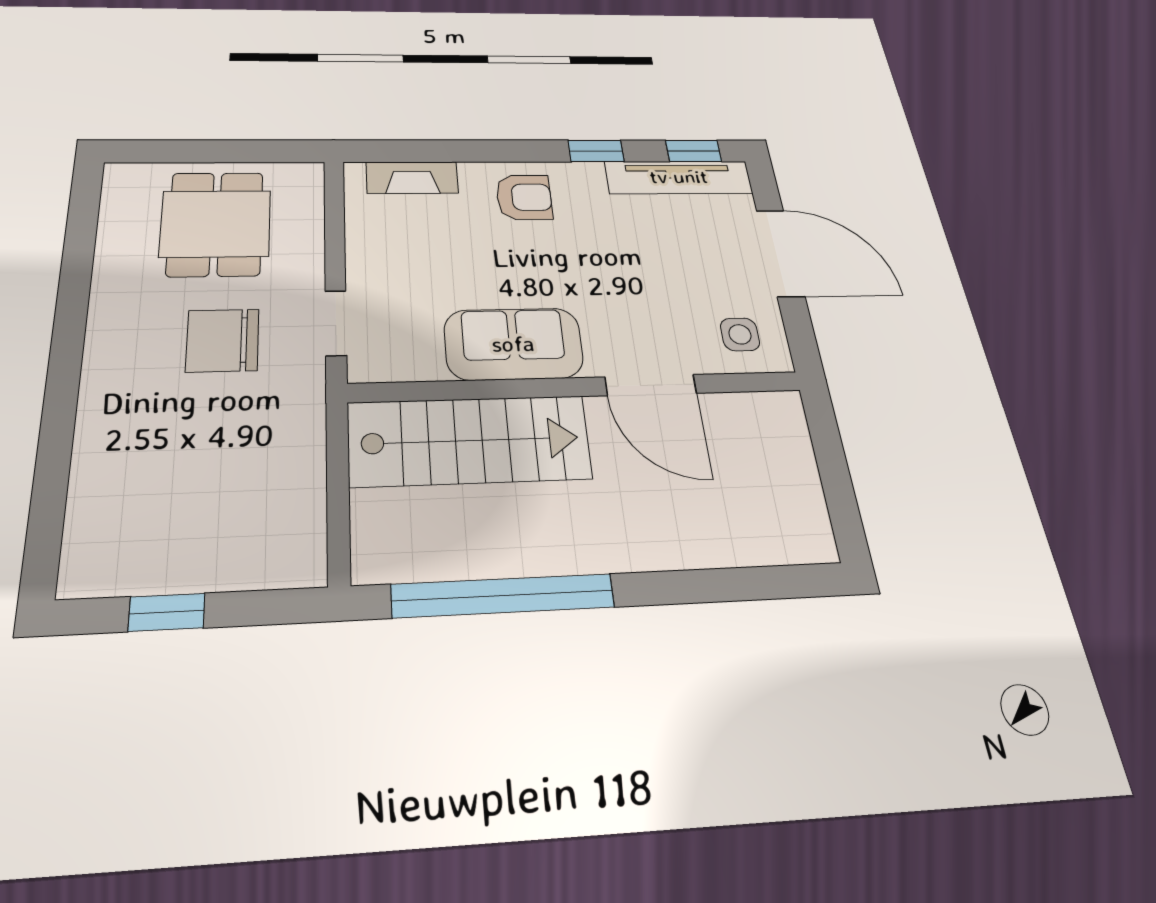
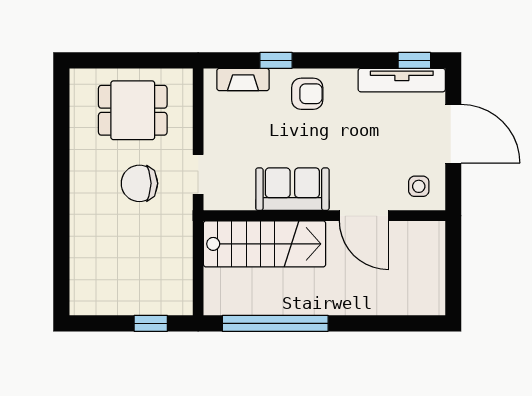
window: (596, 151) -> (276, 60), moved
dining table: (215, 224) -> (133, 110), turned 90
window: (167, 612) -> (151, 323), moved

